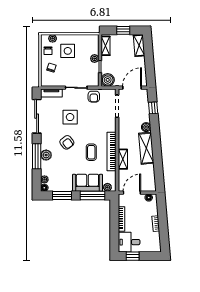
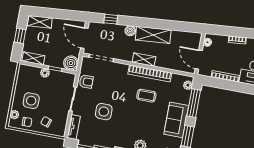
armchair: (67, 142) -> (131, 120), removed
shelving: (123, 159) -> (144, 60), moved
sofa: (87, 183) -> (176, 120), moved

